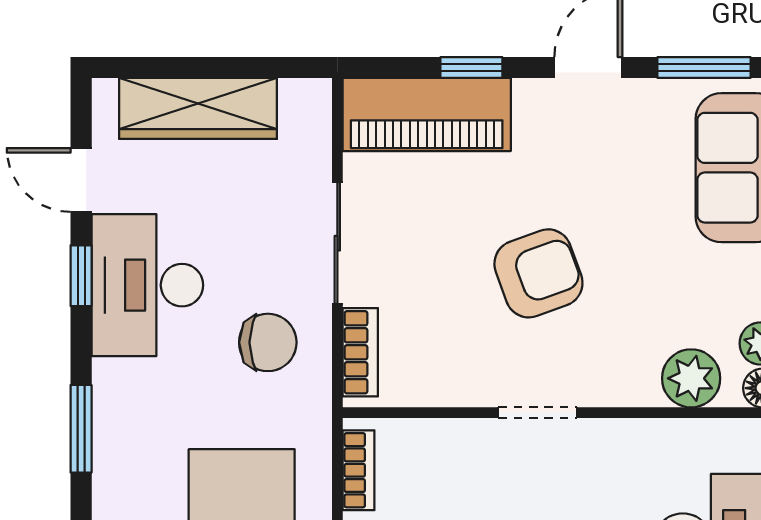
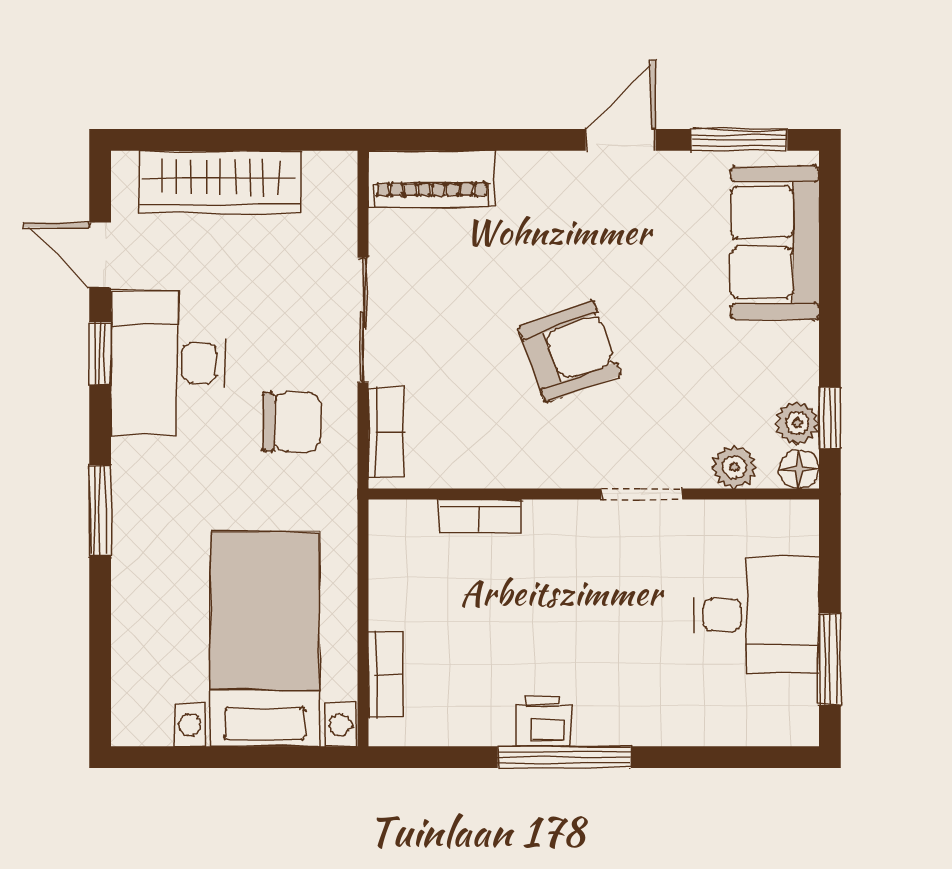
window: (471, 67) -> (501, 140), removed
piano: (427, 115) -> (432, 179), width x0.73, depth x0.75
plant: (691, 378) -> (734, 467), width x0.73, depth x0.73
doorway: (538, 413) -> (642, 494), moved
bookcase: (358, 470) -> (480, 516), moved, turned 90

